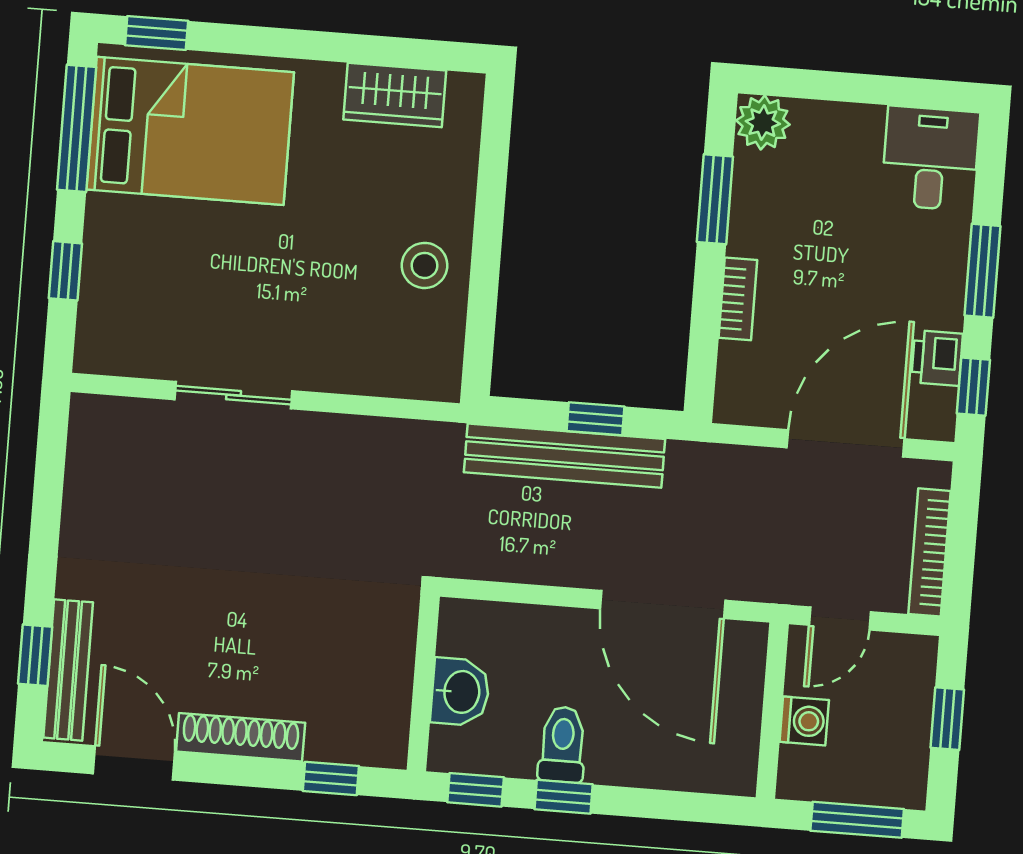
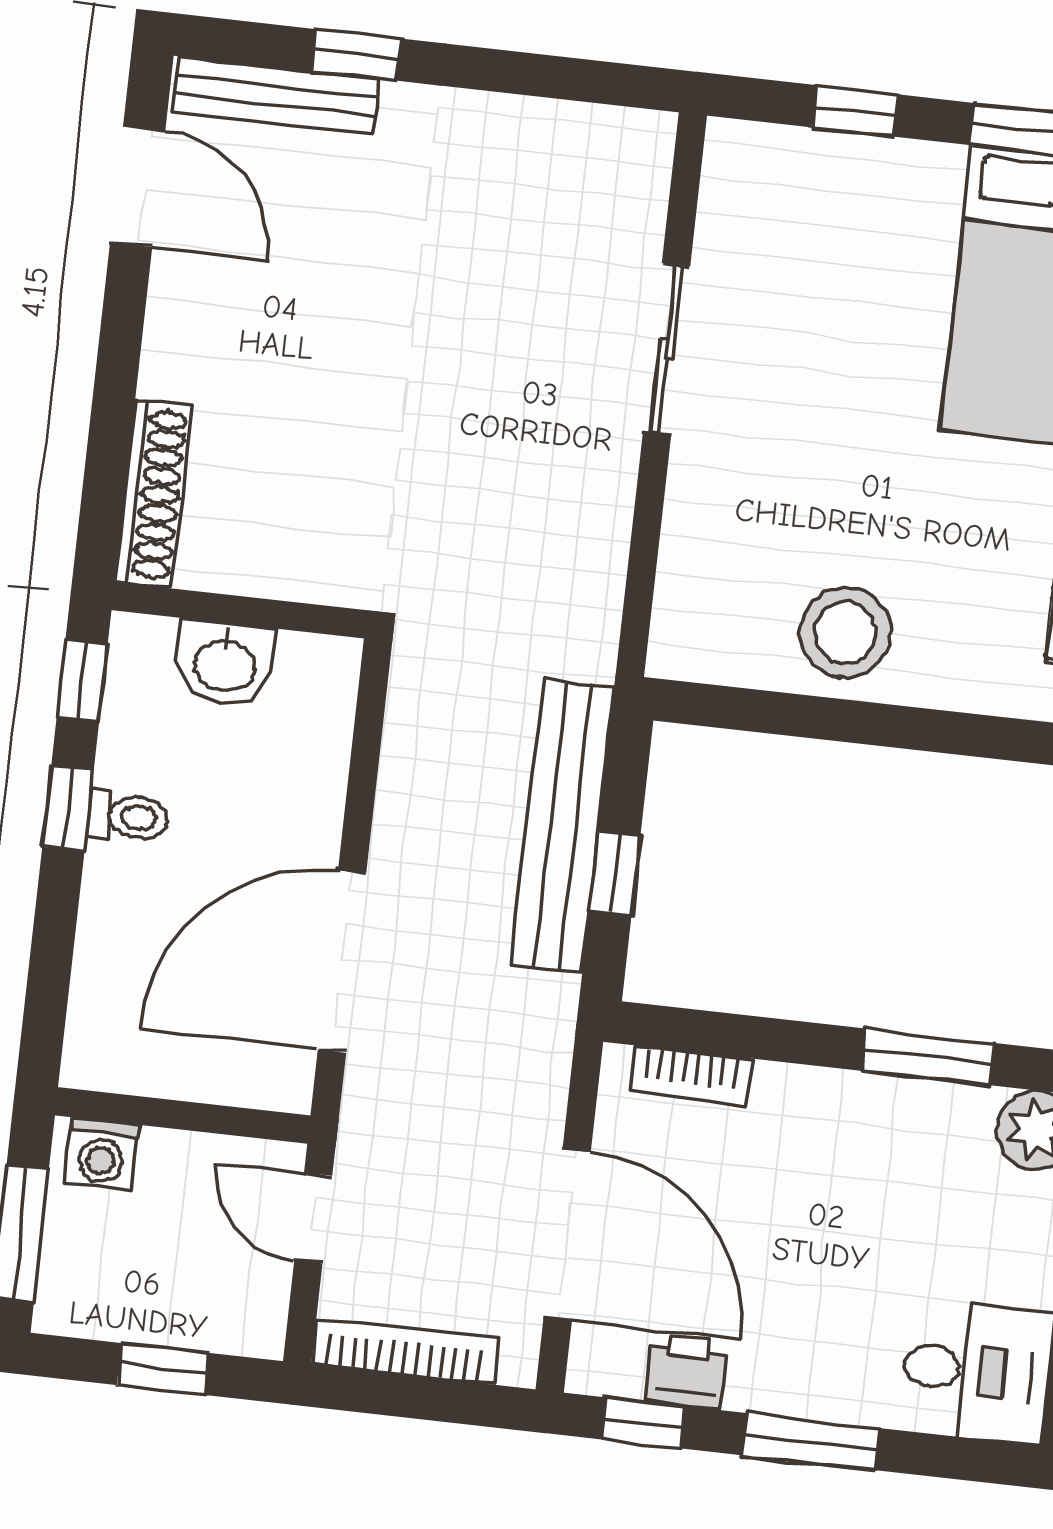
stool: (425, 265) -> (846, 632), width x1.38, depth x1.38
bookcase: (738, 299) -> (691, 1075), moved
window: (35, 655) -> (356, 55), moved
washing machine: (804, 721) -> (101, 1154), moved
shoe rack: (241, 737) -> (153, 494), moved
toilet: (562, 744) -> (128, 817), width x0.73, depth x0.72
door: (134, 763) -> (138, 187), hinge flipped
window: (331, 778) -> (106, 472), removed

